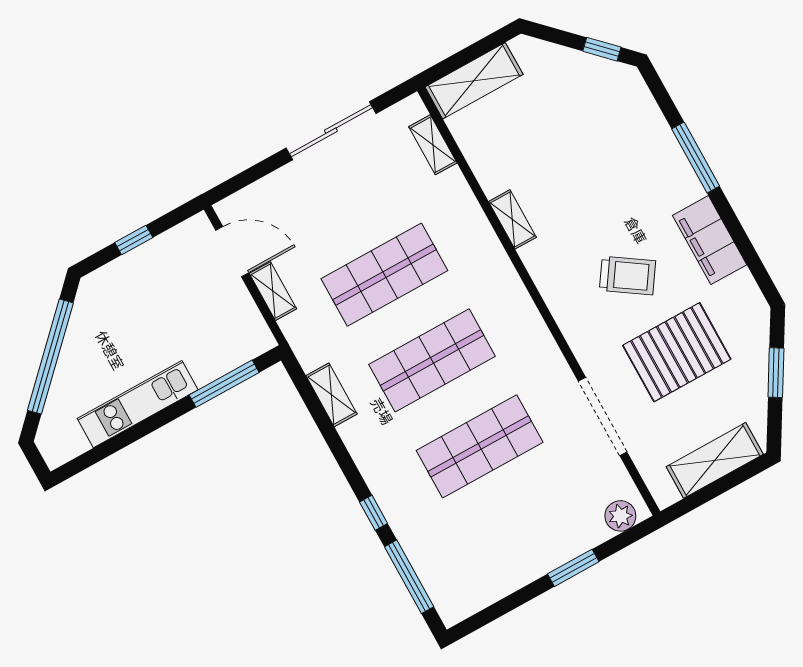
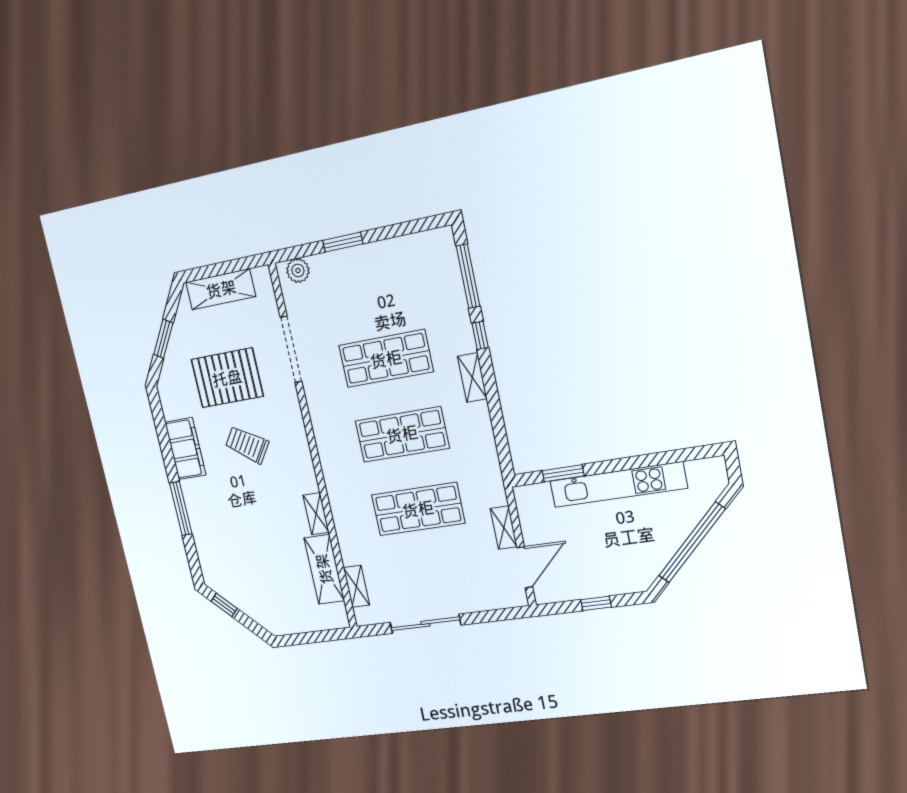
shelving: (474, 81) -> (324, 569), moved, turned 90
door: (232, 252) -> (525, 567), swing flipped
window: (224, 384) -> (563, 473), width x0.69
shelving: (331, 395) -> (472, 378), moved
kitchen unit: (138, 404) -> (618, 485), width x1.36

